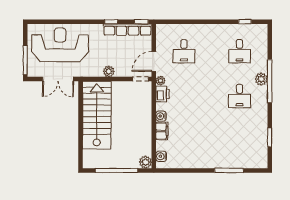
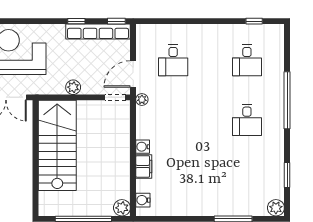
plant: (261, 79) -> (276, 208), moved
printer: (162, 94) -> (145, 117), removed

